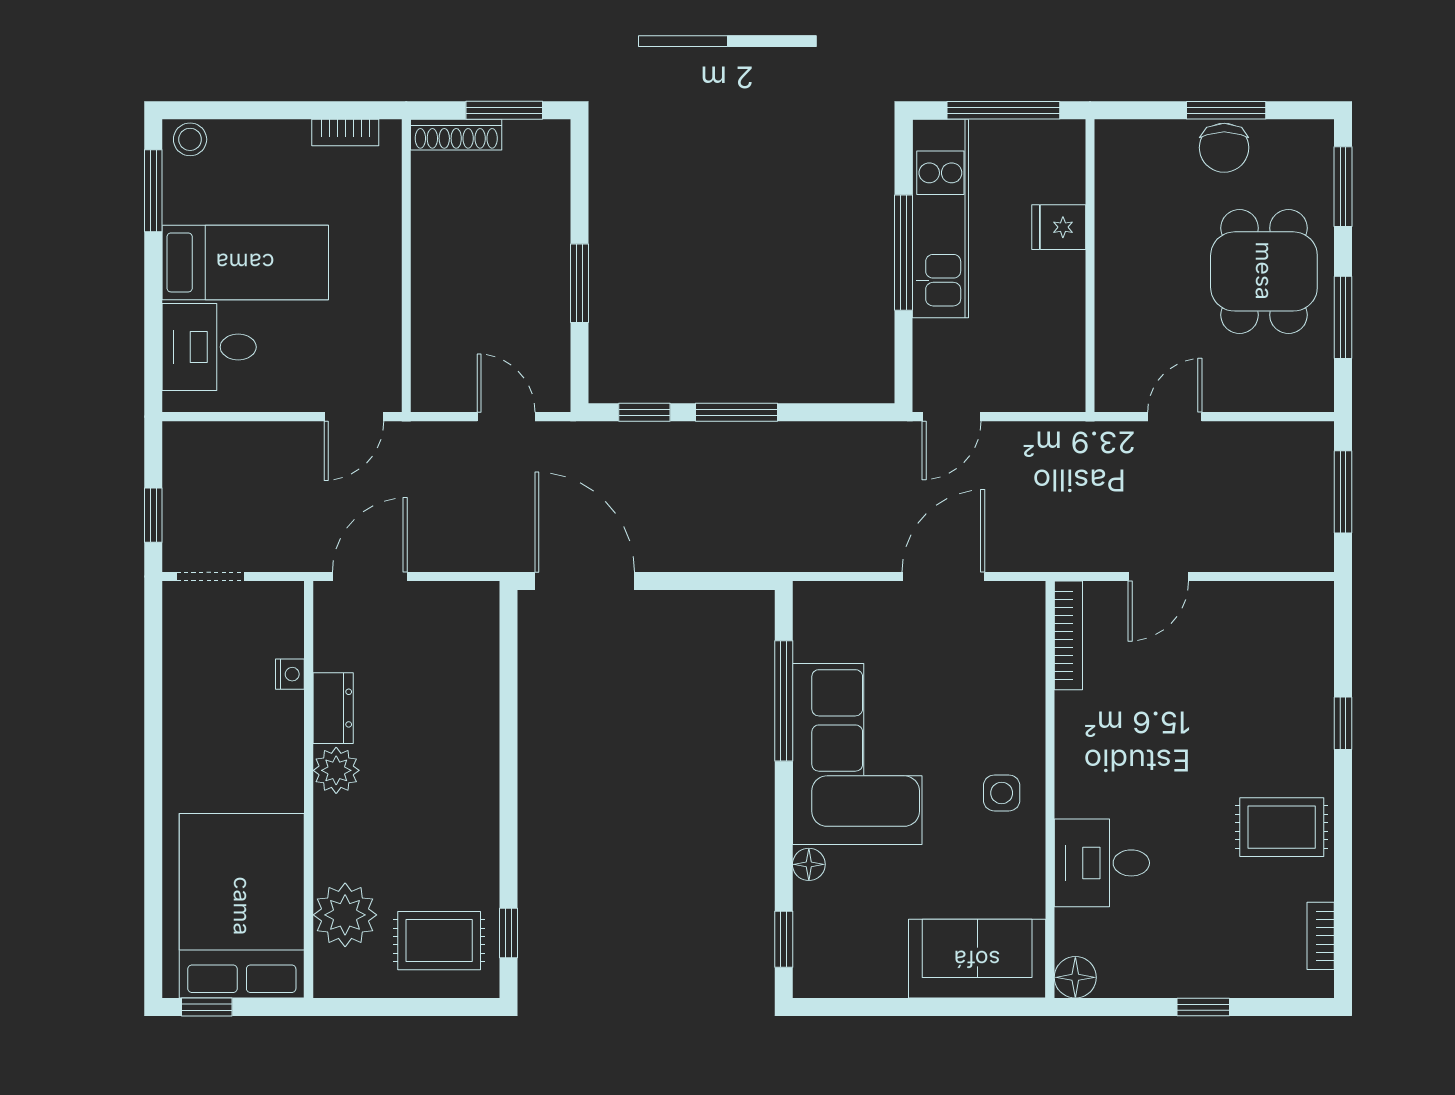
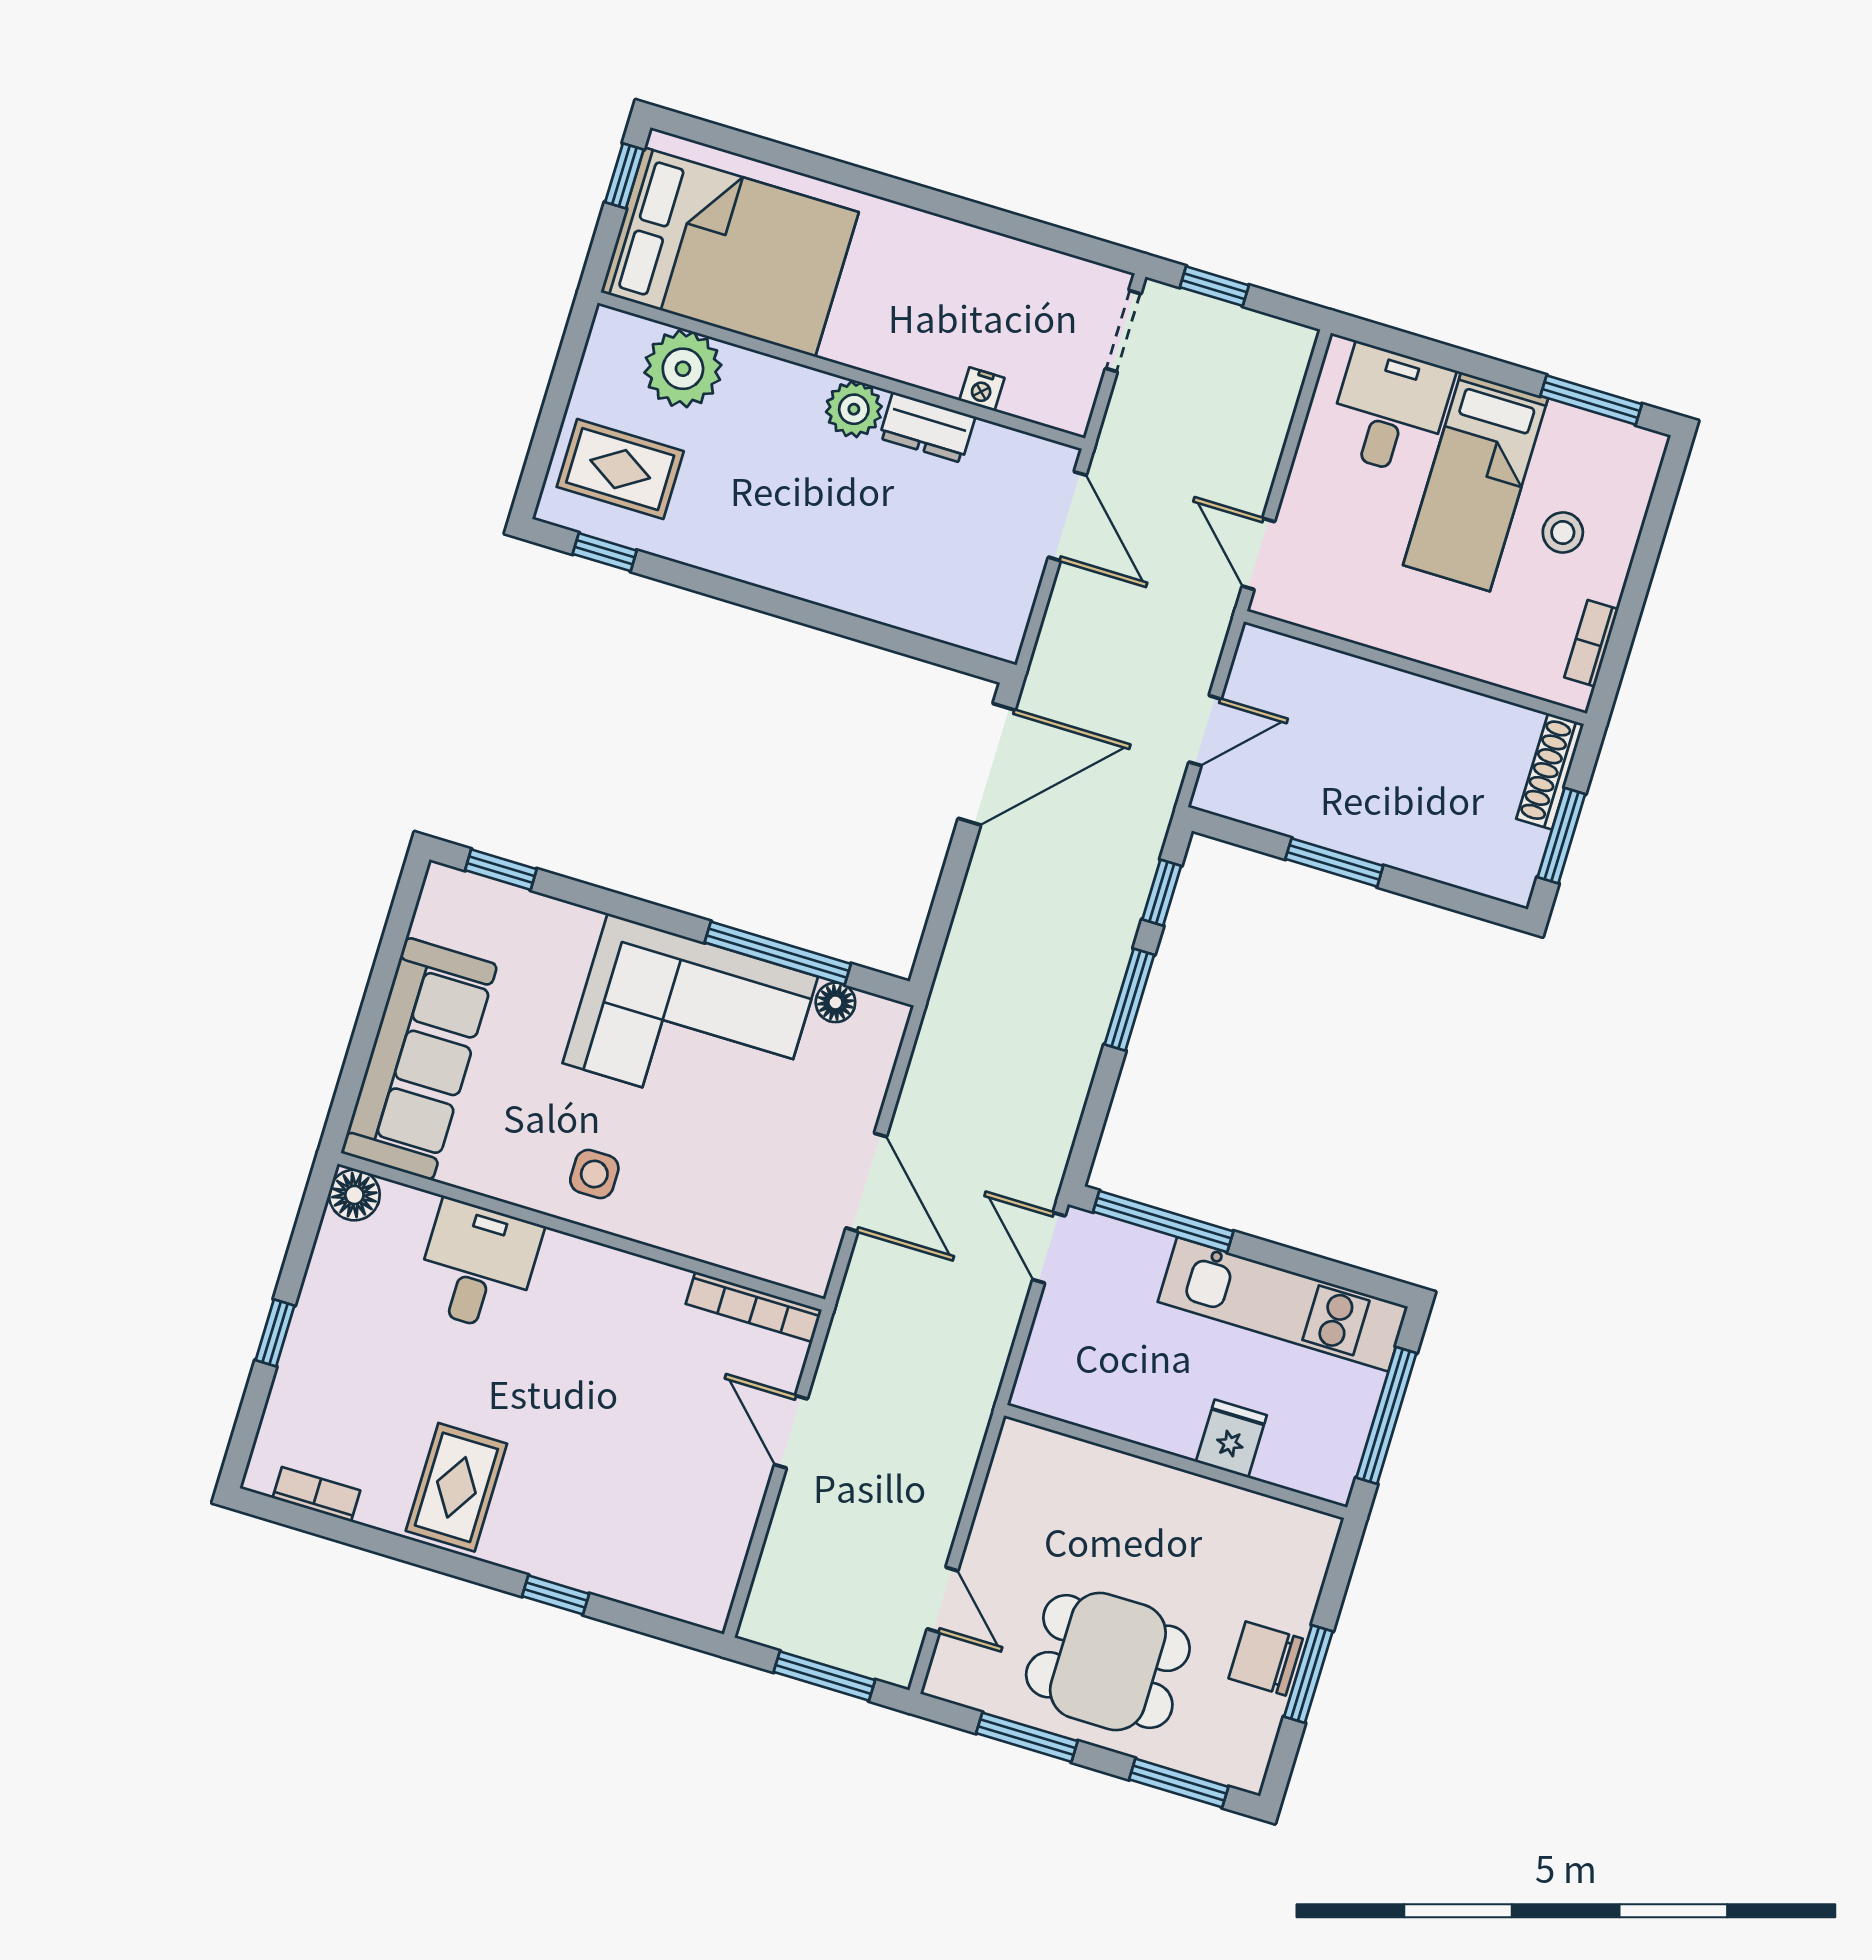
stool: (190, 139) -> (1563, 532), moved
window: (904, 253) -> (1163, 1221), moved
door: (1175, 417) -> (943, 1600), moved
floor lamp: (809, 864) -> (835, 1002), moved
rug: (439, 941) -> (620, 469), turned 90
sofa: (977, 959) -> (419, 1059), width x1.36

